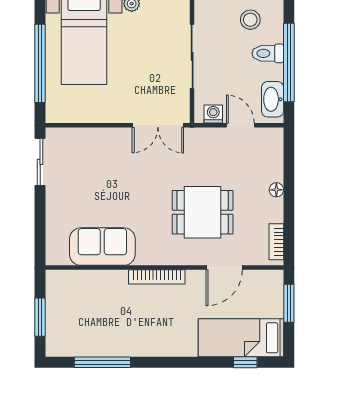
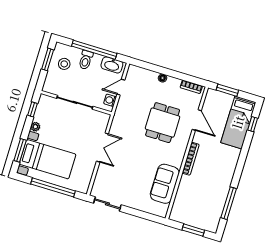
double door: (158, 125) -> (102, 148), moved

